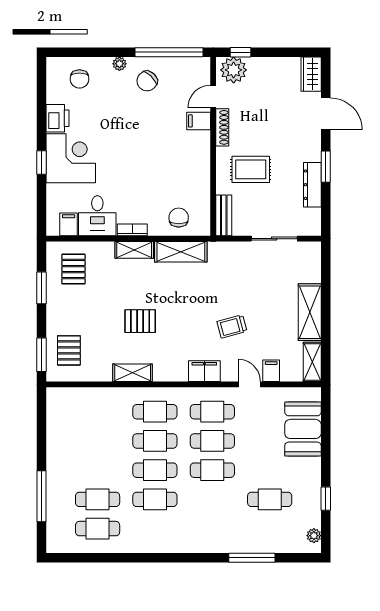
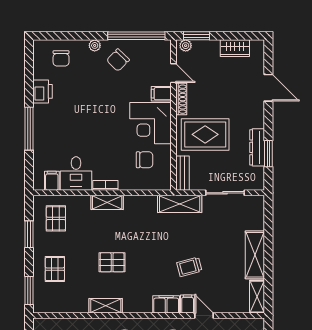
window: (240, 52) -> (197, 36), width x1.50
plant: (234, 70) -> (186, 46), width x0.53, depth x0.53
wardrobe: (311, 74) -> (235, 48), moved, turned -90
door: (213, 97) -> (174, 73), swing flipped
corner desk: (71, 158) -> (151, 123), moved, turned 180
window: (42, 162) -> (29, 129), width x2.17
window: (326, 167) -> (268, 154), moved
rug: (251, 169) -> (205, 134), width x1.36, depth x1.43
chair: (179, 218) -> (145, 160), moved, turned 90
shelving: (181, 252) -> (180, 204), moved
pallet: (69, 350) -> (55, 269), moved
filing cabinet: (271, 371) -> (188, 304), moved

